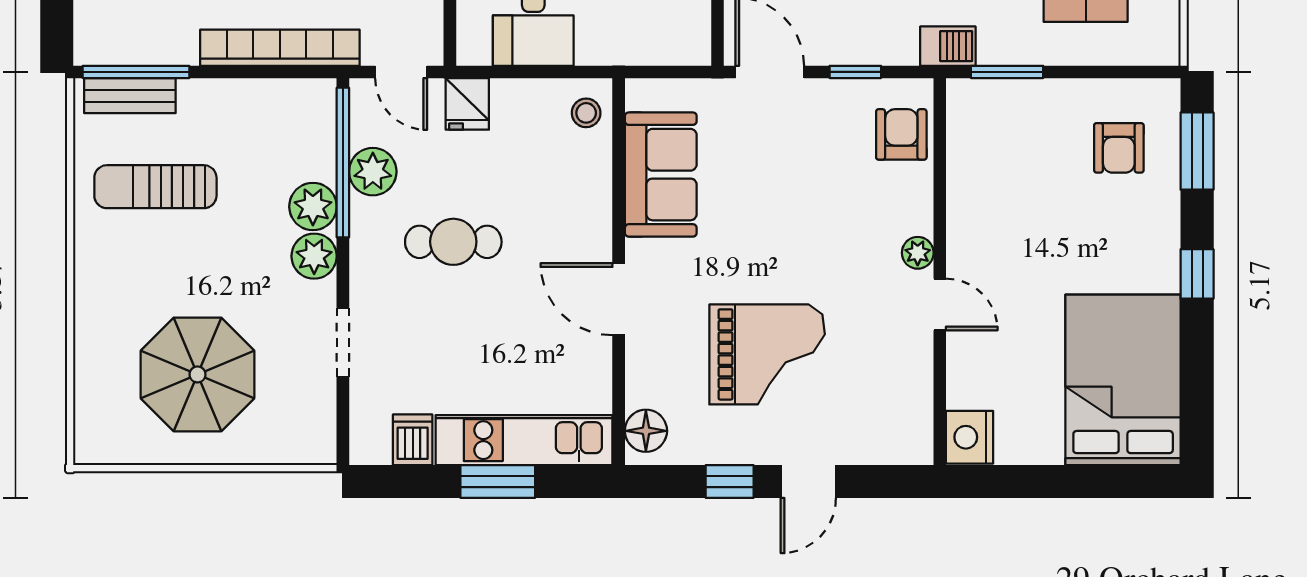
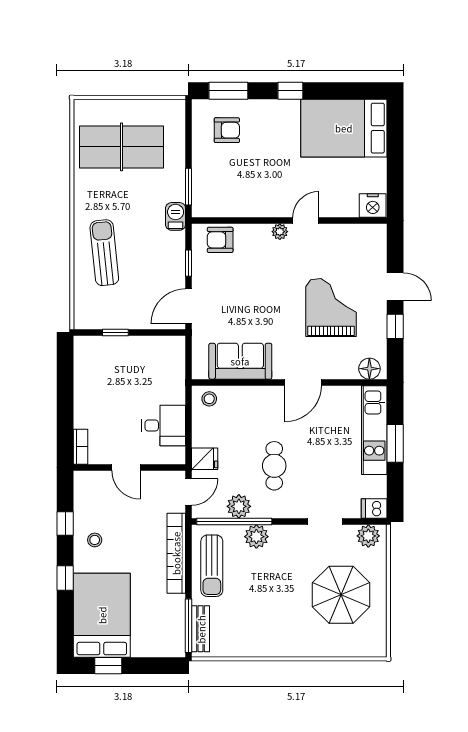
sun lounger: (155, 187) -> (212, 566), moved
plant: (314, 256) -> (368, 536), moved
dishwasher: (413, 440) -> (374, 508), moved

